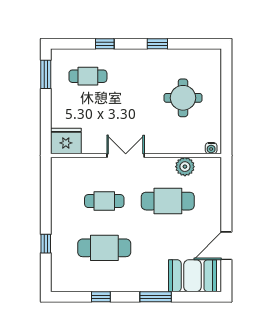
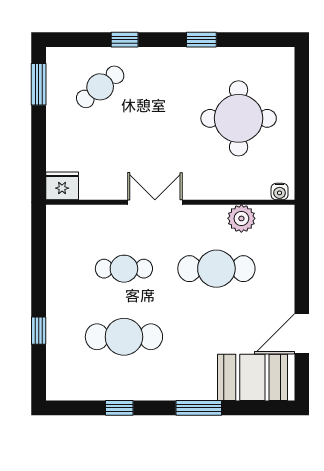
cafe table: (88, 76) -> (100, 87), turned -39
round table: (183, 98) -> (239, 118), width x1.36, depth x1.36
fridge: (66, 141) -> (62, 186), width x0.73, depth x0.75

